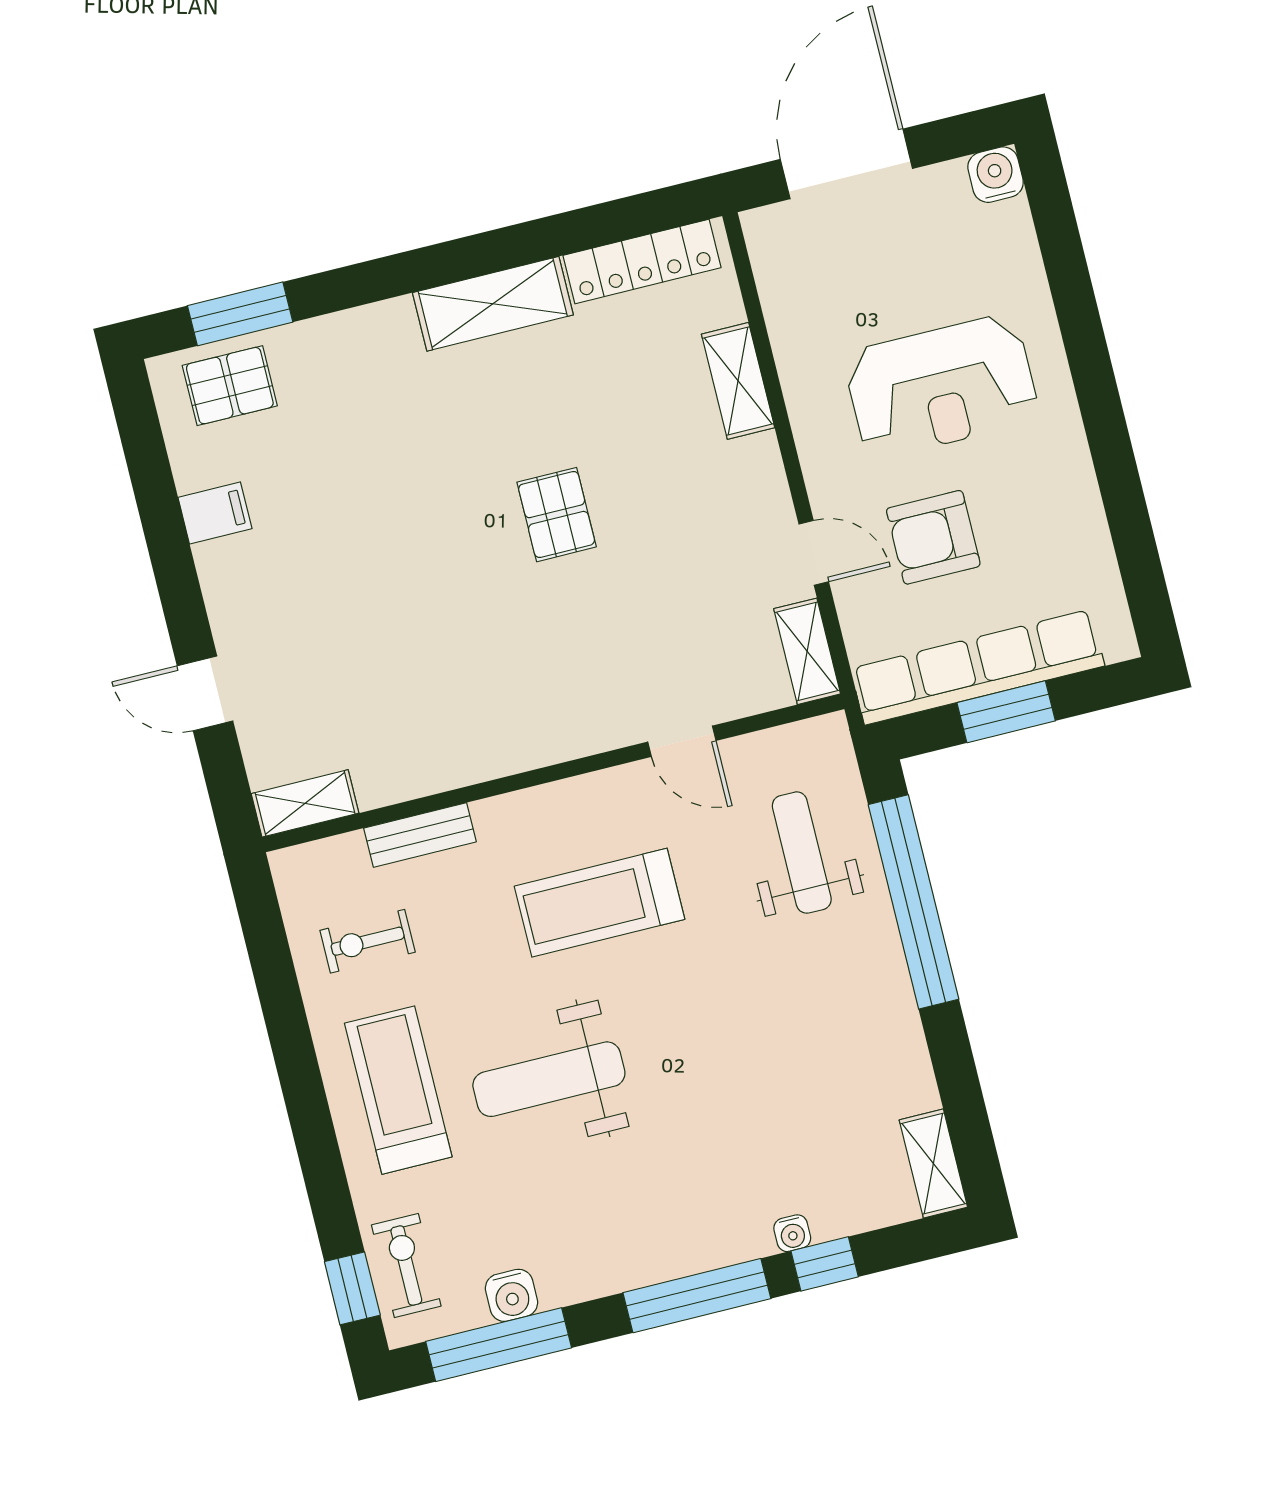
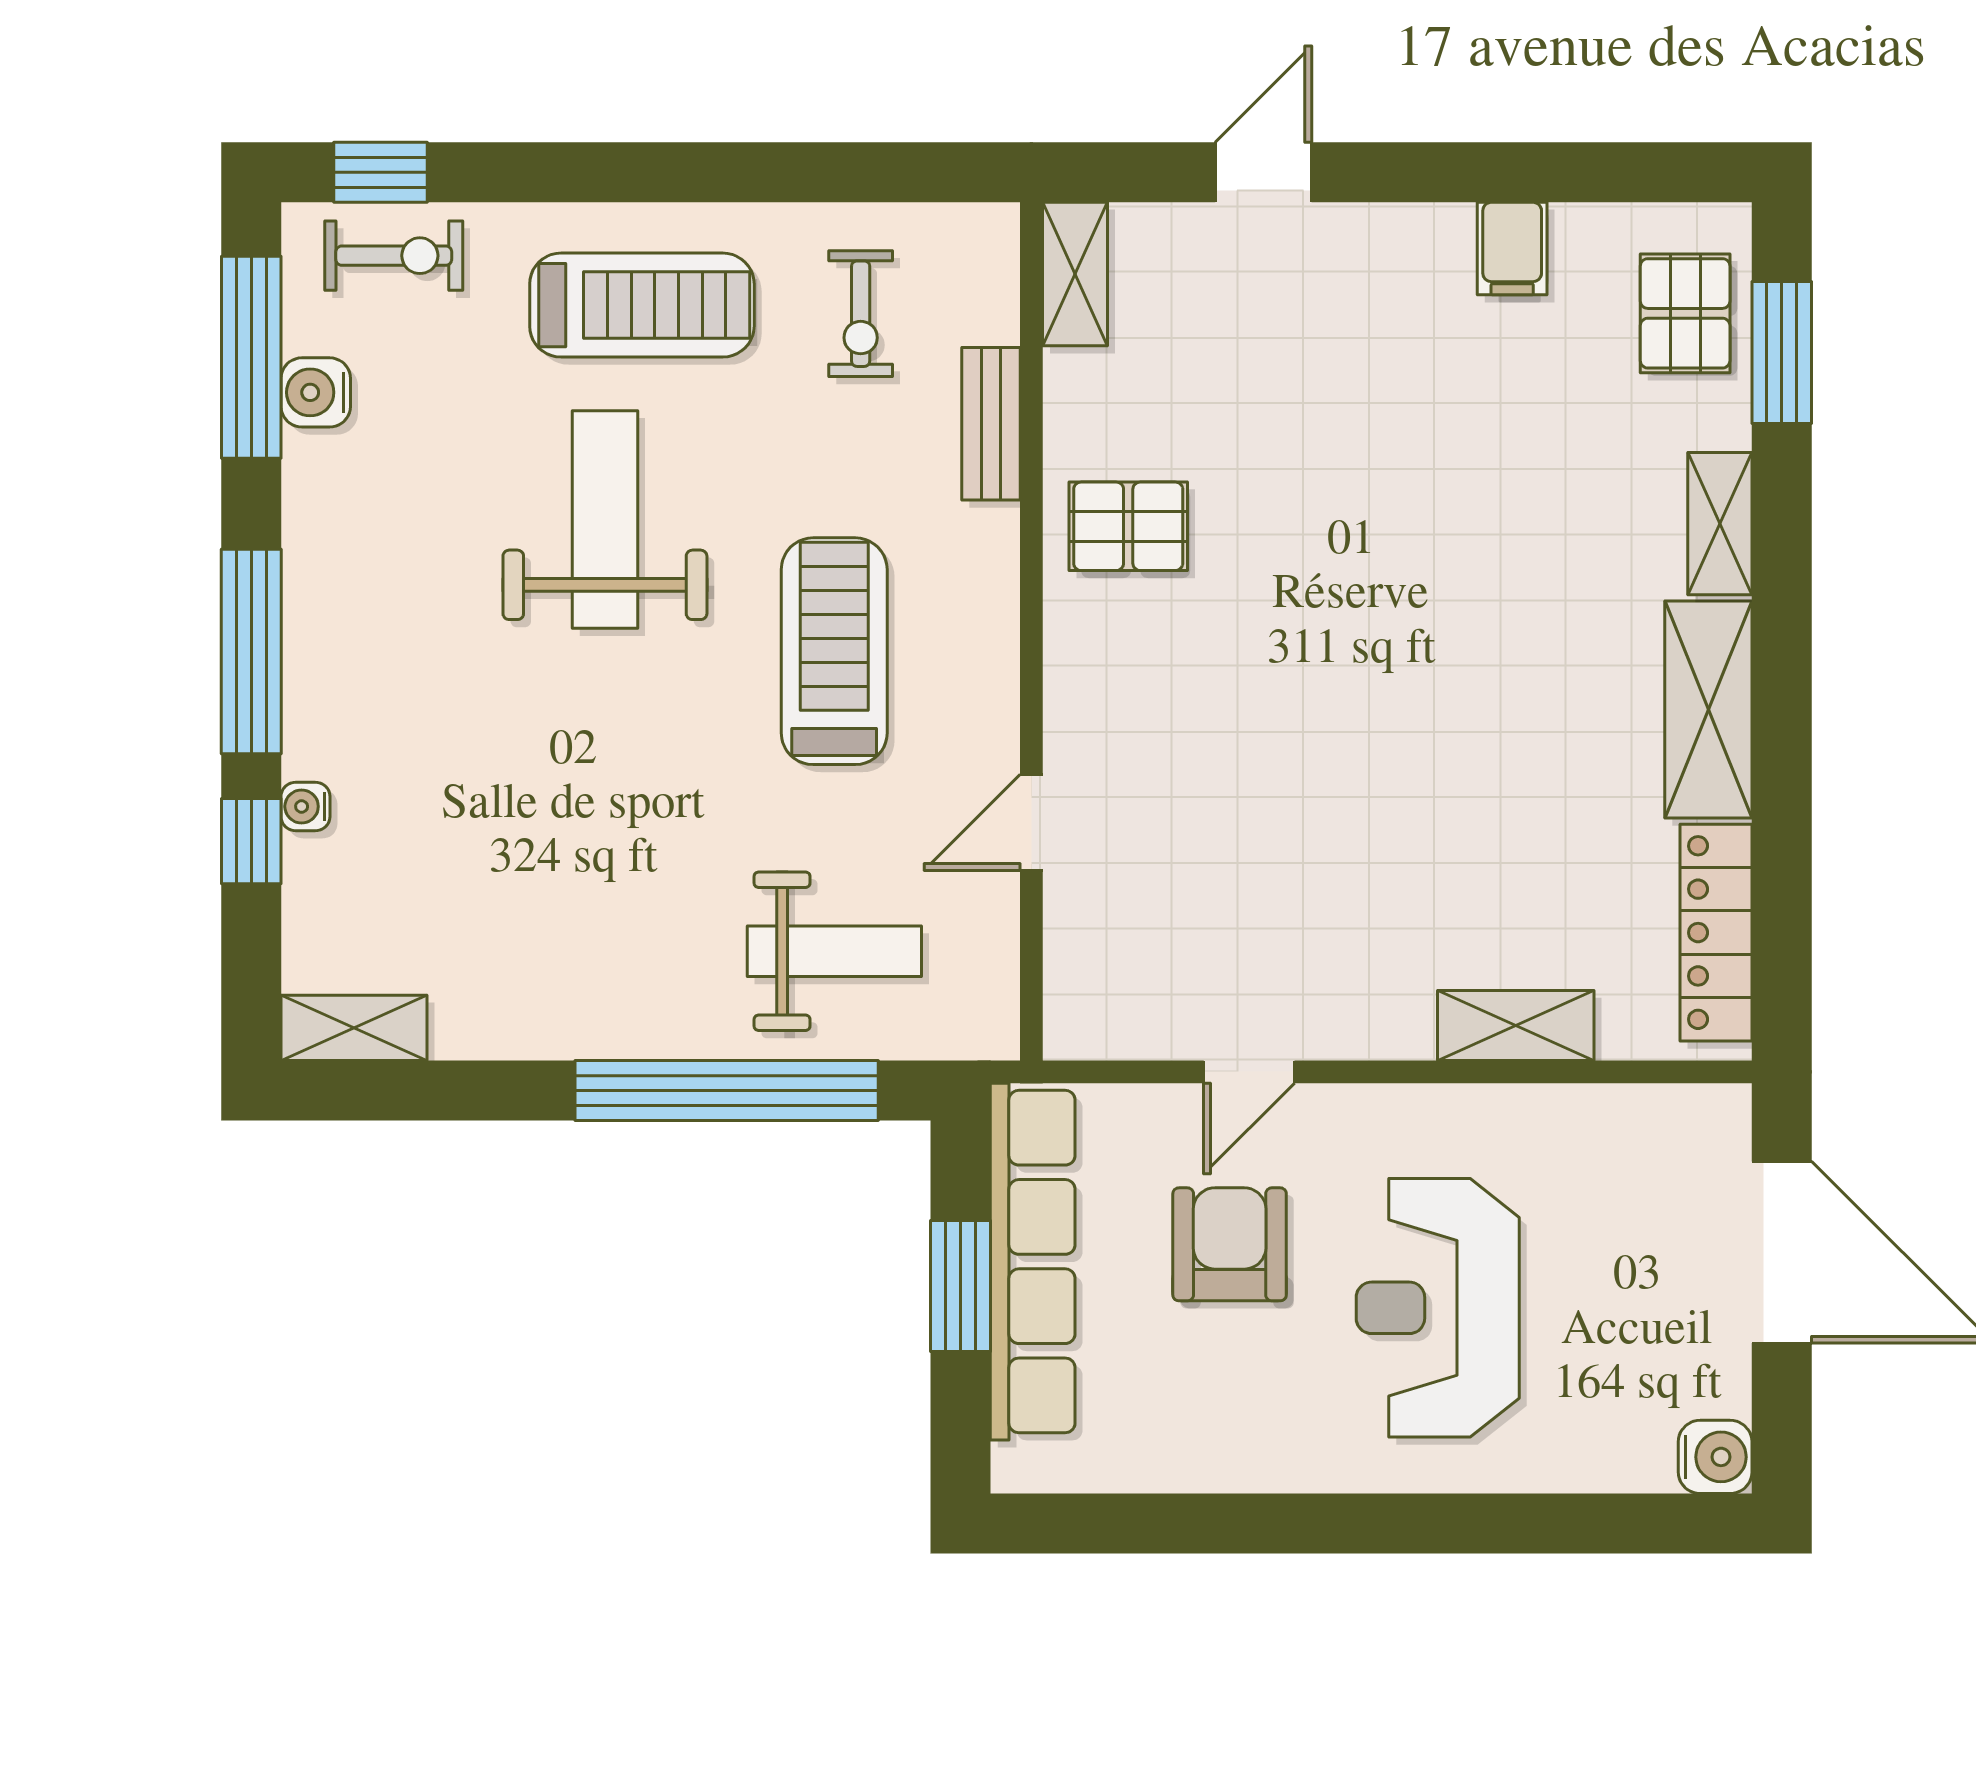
pallet: (557, 515) -> (1128, 526), moved
shelving: (807, 651) -> (1720, 524), moved, turned 90
exercise bike: (368, 941) -> (861, 314), turned 180

